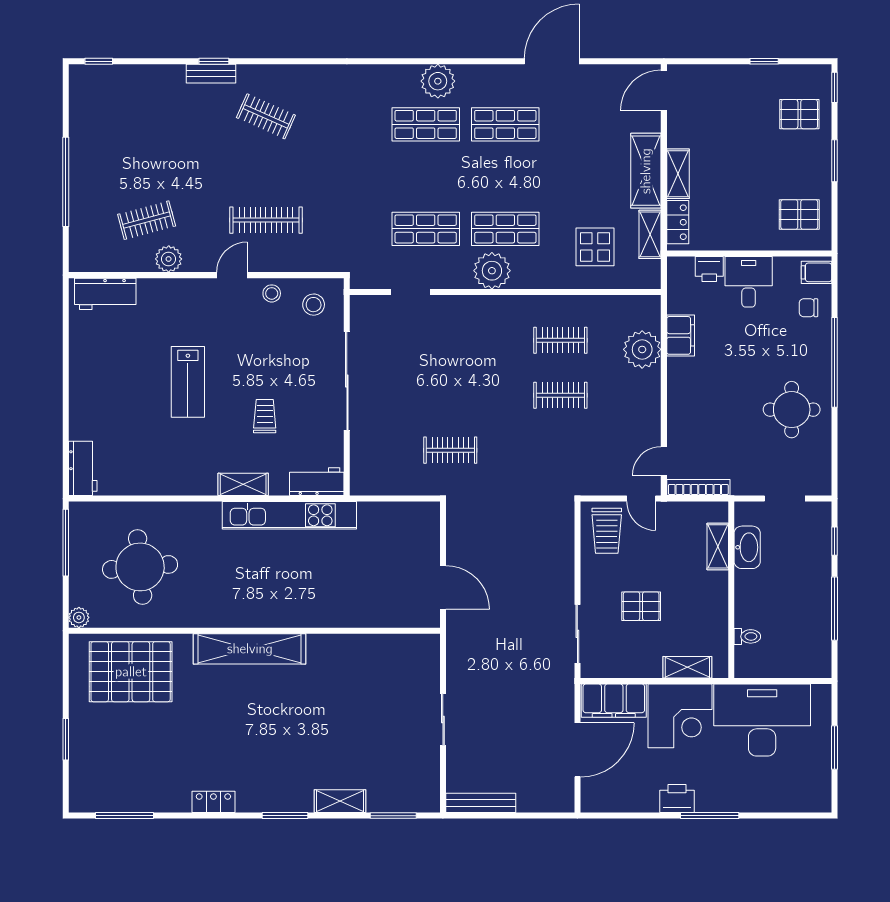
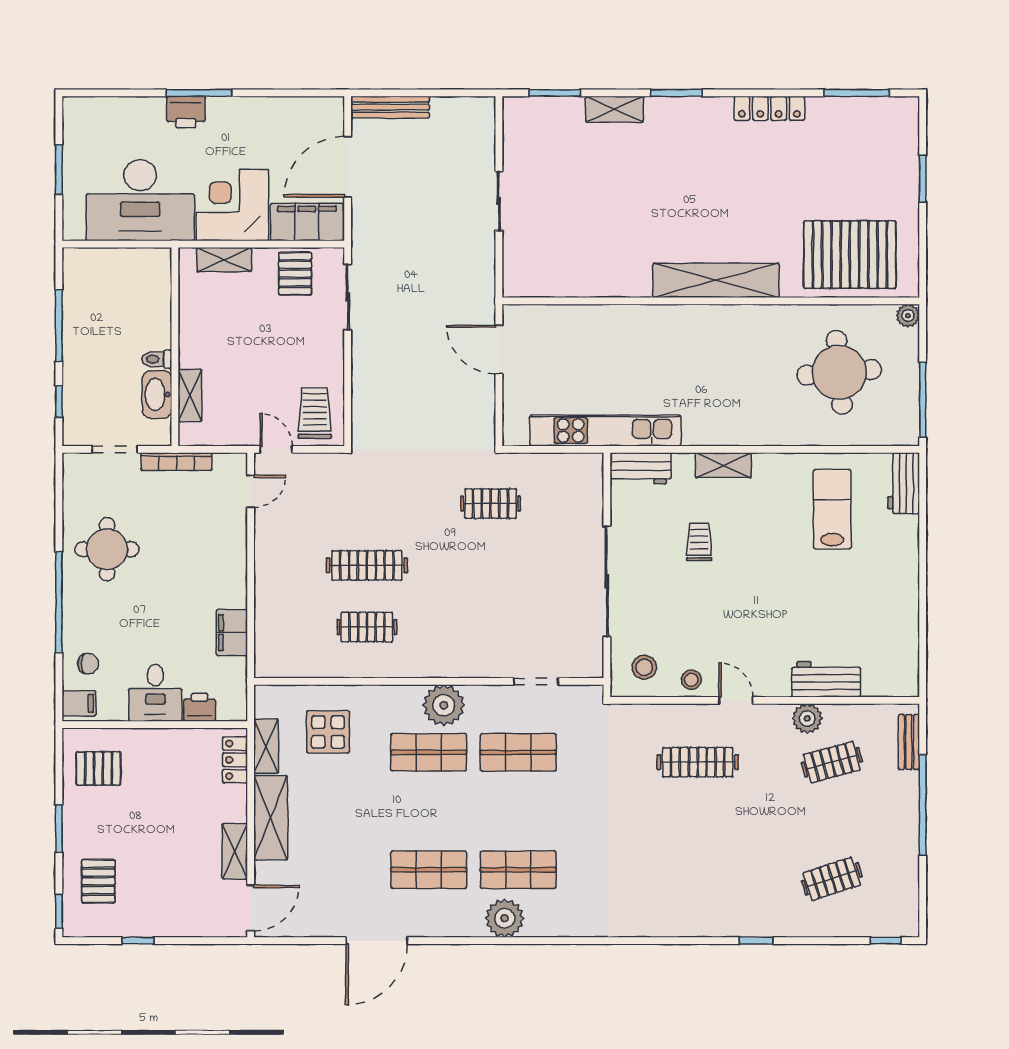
bench: (211, 74) -> (909, 742), moved, turned 90
pallet: (799, 114) -> (98, 881), turned 90
clothes rail: (266, 116) -> (832, 879), moved, turned -42
shelving: (678, 174) -> (235, 851), moved
door: (232, 275) -> (736, 700), swing flipped
workbench: (105, 294) -> (826, 679), moved
plant: (642, 349) -> (275, 617), removed
lab bench: (188, 382) -> (832, 509), moved
clothes rail: (560, 395) -> (367, 565), width x1.36
trolley: (265, 416) -> (699, 542), turned 180
bookcase: (698, 488) -> (176, 462), moved
kitchen unit: (289, 515) -> (605, 430), moved
pallet: (641, 606) -> (295, 274), moved, turned 90
toilet: (747, 636) -> (157, 359), moved
printer: (677, 799) -> (186, 112), moved
locker: (213, 802) -> (769, 108), width x1.53
bench: (481, 803) -> (390, 107), moved

